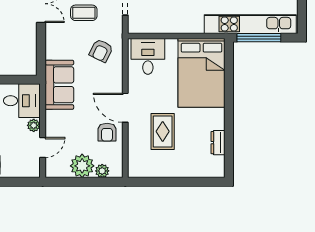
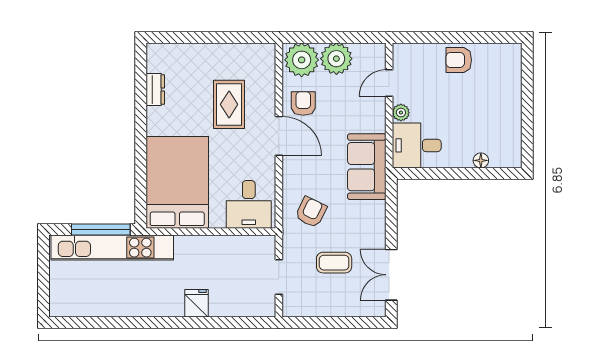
plant: (102, 171) -> (302, 60), width x1.87, depth x1.87

